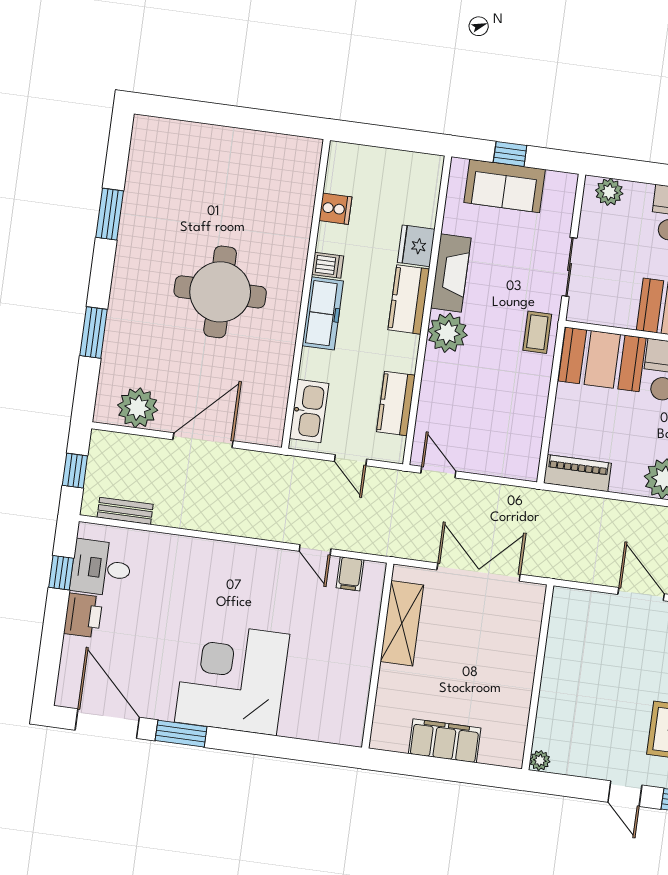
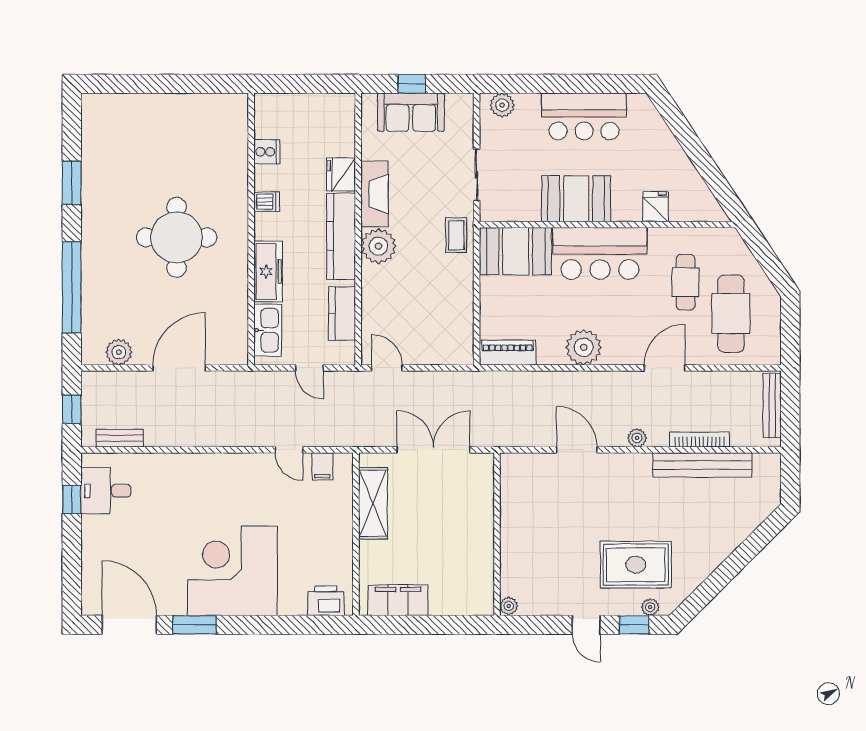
kitchen counter: (409, 299) -> (341, 236), width x1.50
freezer: (323, 313) -> (268, 272), moved
window: (94, 333) -> (72, 287), width x2.11
plant: (138, 408) -> (119, 352), width x0.73, depth x0.73
printer: (83, 615) -> (326, 601), moved, turned -90
filing cabinet: (445, 741) -> (398, 600), moved

